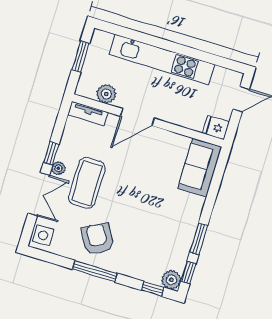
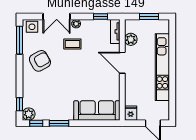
window: (51, 153) -> (100, 16), moved
sofa: (200, 168) -> (97, 110), width x1.36
coffee table: (87, 183) -> (72, 44), width x0.54, depth x0.58
window: (95, 271) -> (20, 40), moved

